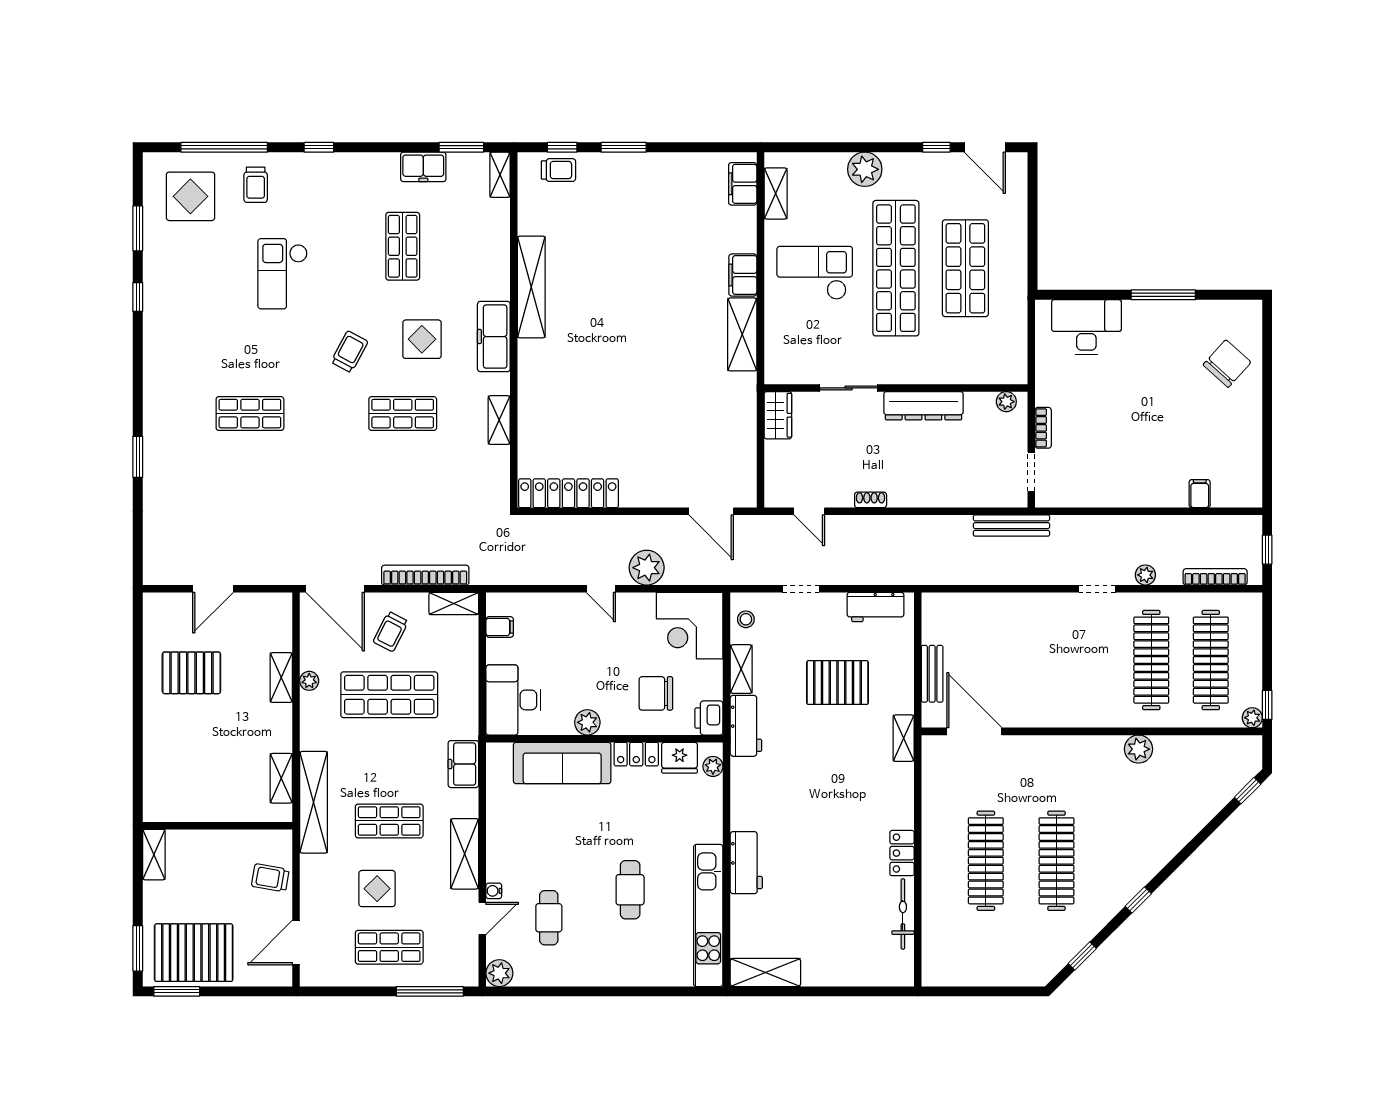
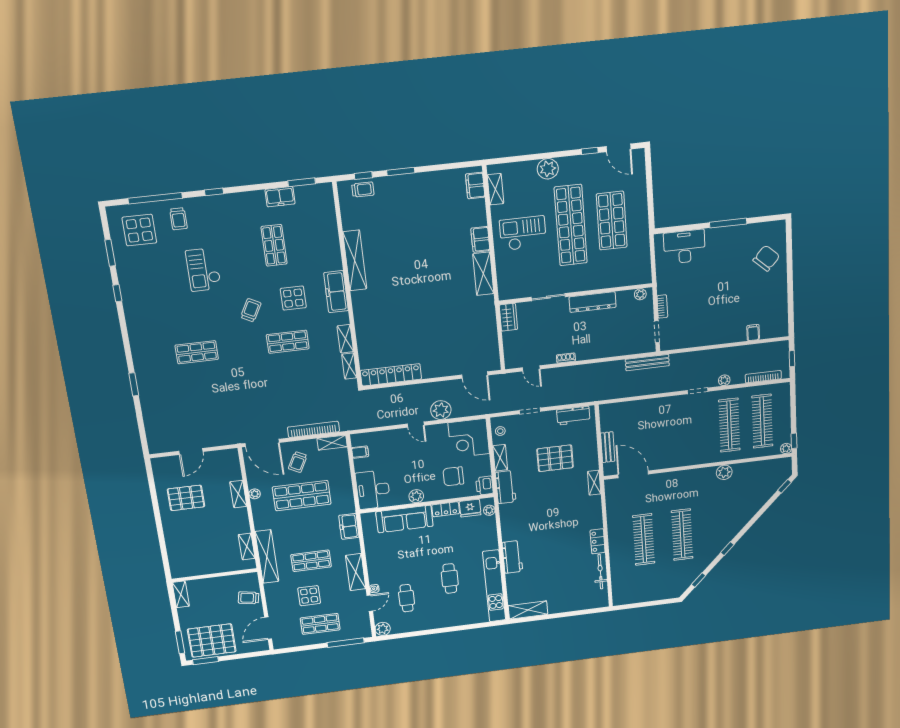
shelving: (500, 175) -> (349, 366), moved

